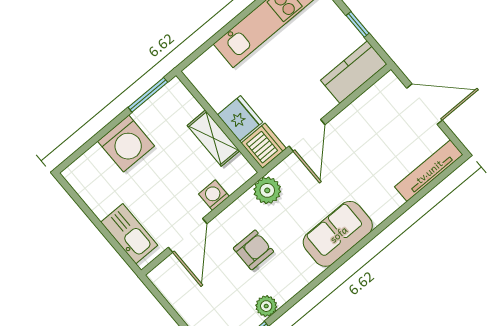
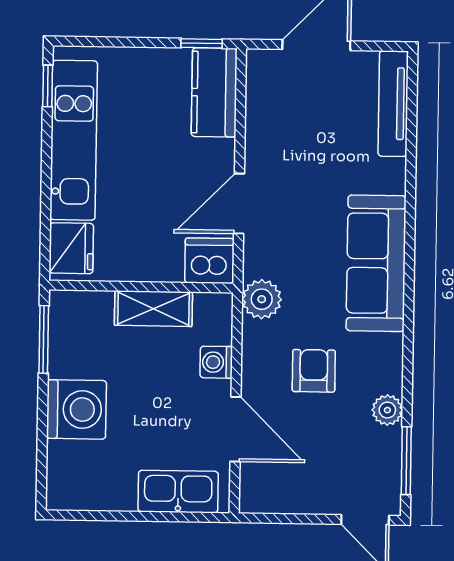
window: (358, 24) -> (202, 43), moved
fridge: (240, 118) -> (71, 248), moved, turned 90
door: (307, 135) -> (239, 204), swing flipped
sofa: (338, 234) -> (376, 263), width x1.36

